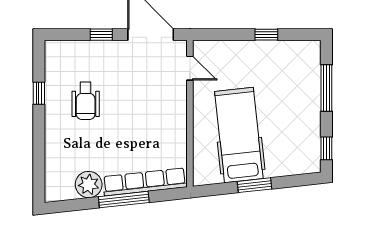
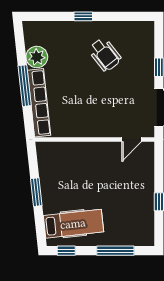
window: (39, 93) -> (83, 16), moved
wheelchair: (86, 101) -> (105, 55), turned -128
hospital bed: (239, 135) -> (73, 224), moved, width x0.73, depth x0.78

